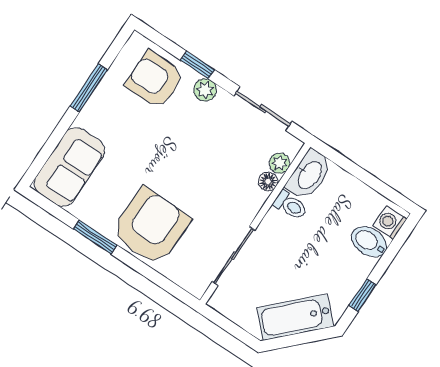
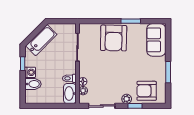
armchair: (155, 80) -> (147, 91), turned 180
washing machine: (390, 222) -> (30, 72), moved

